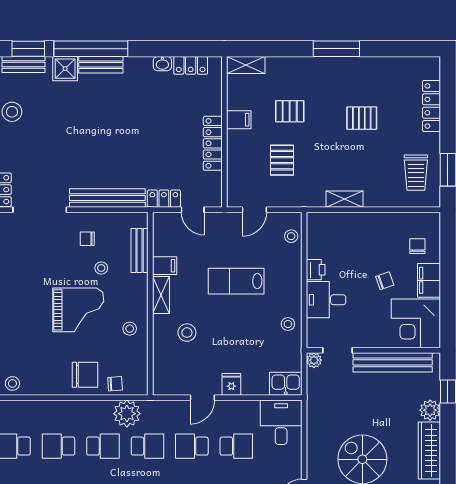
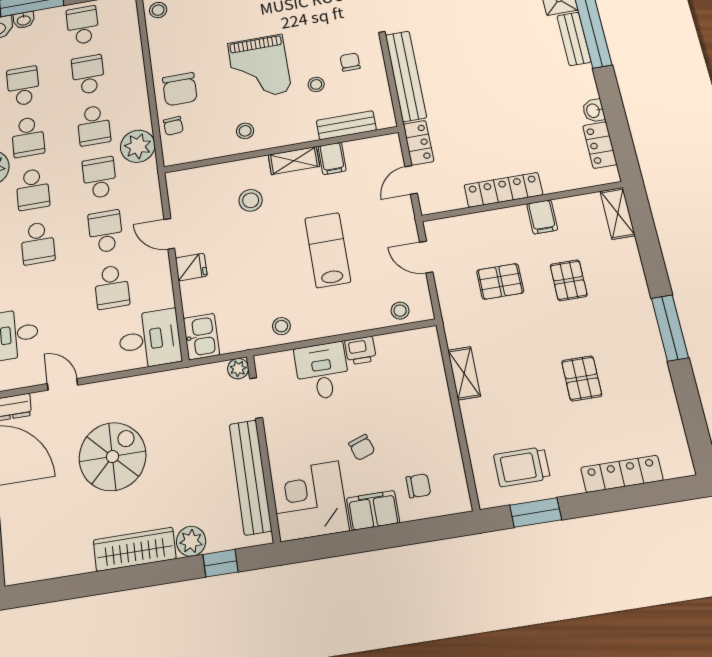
school desk: (147, 446) -> (100, 178), turned 180

